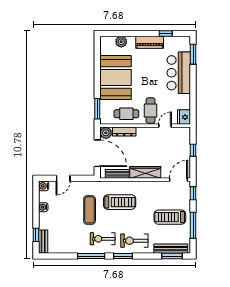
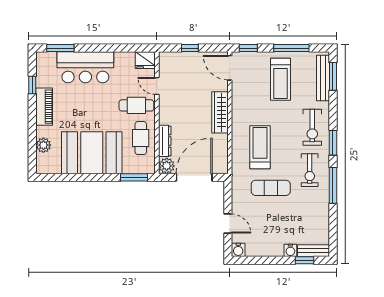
bench: (117, 174) -> (222, 150), removed
water cooler: (43, 207) -> (290, 250), moved

